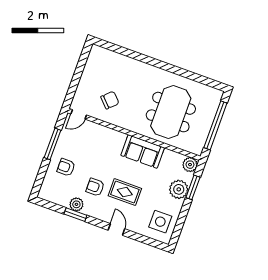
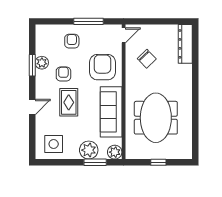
dresser: (109, 57) -> (185, 44), added
meeting table: (171, 112) -> (156, 118), turned 90
door: (79, 114) -> (124, 35), swing flipped
window: (215, 125) -> (158, 162), width x0.32
armchair: (102, 146) -> (102, 67), added
sofa: (143, 151) -> (111, 112), width x1.36

